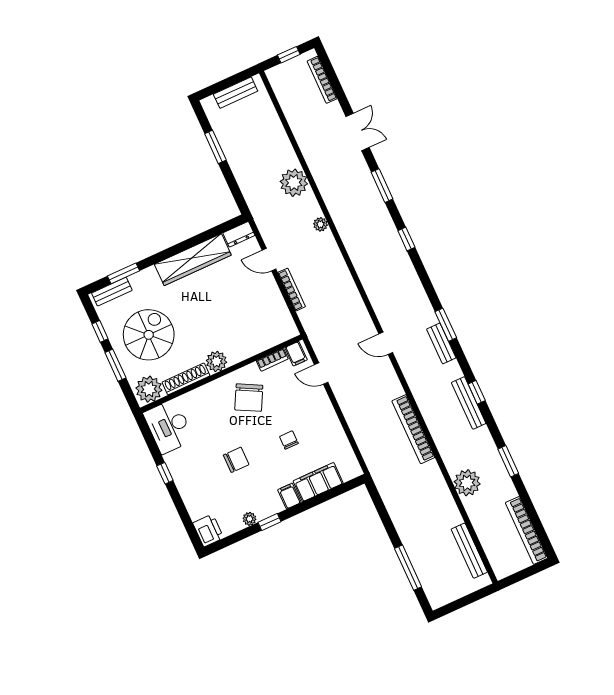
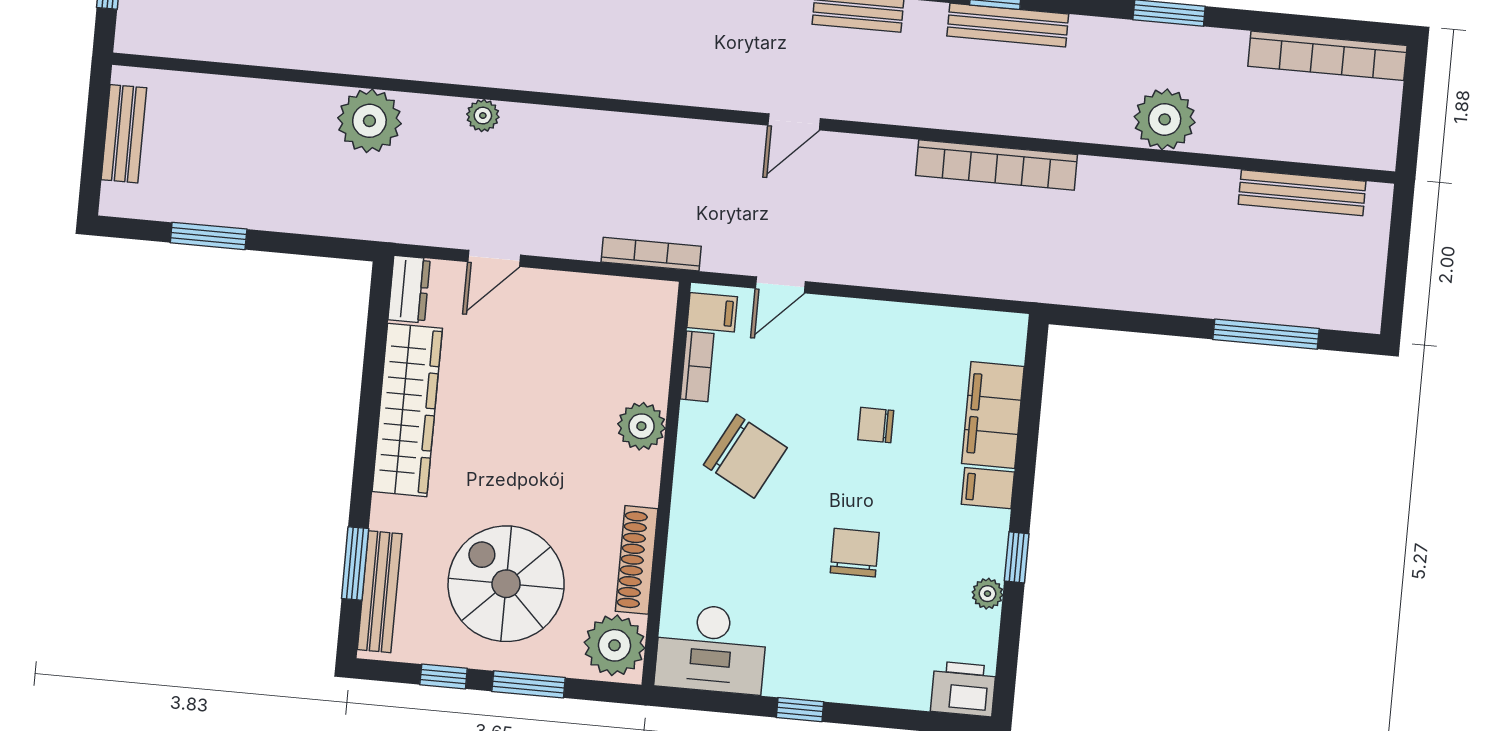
bookcase: (292, 290) -> (651, 254), moved
bench: (112, 292) -> (380, 592), width x1.36
plant: (216, 361) -> (641, 426), moved

